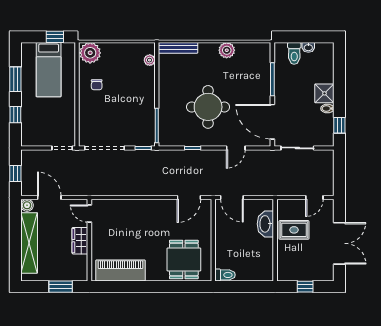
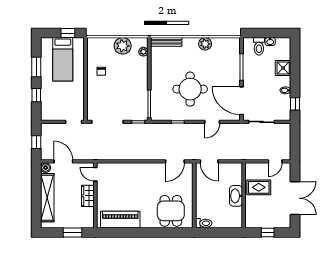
plant: (90, 53) -> (123, 46), moved
shower: (324, 93) -> (283, 68), moved
washbasin: (265, 224) -> (236, 196), moved

